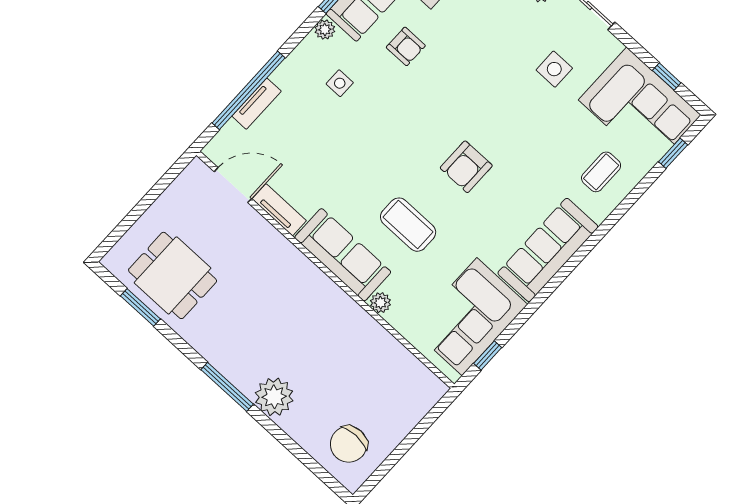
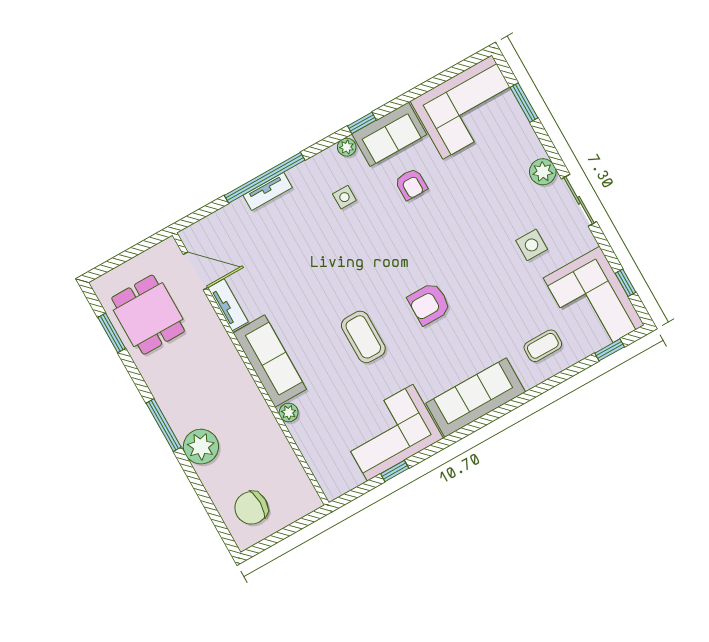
door: (233, 185) -> (195, 271), moved
tv unit: (279, 210) -> (228, 305), moved
sofa: (343, 255) -> (270, 361), moved
wall: (325, 270) -> (251, 369), moved
plant: (380, 303) -> (289, 412), moved

